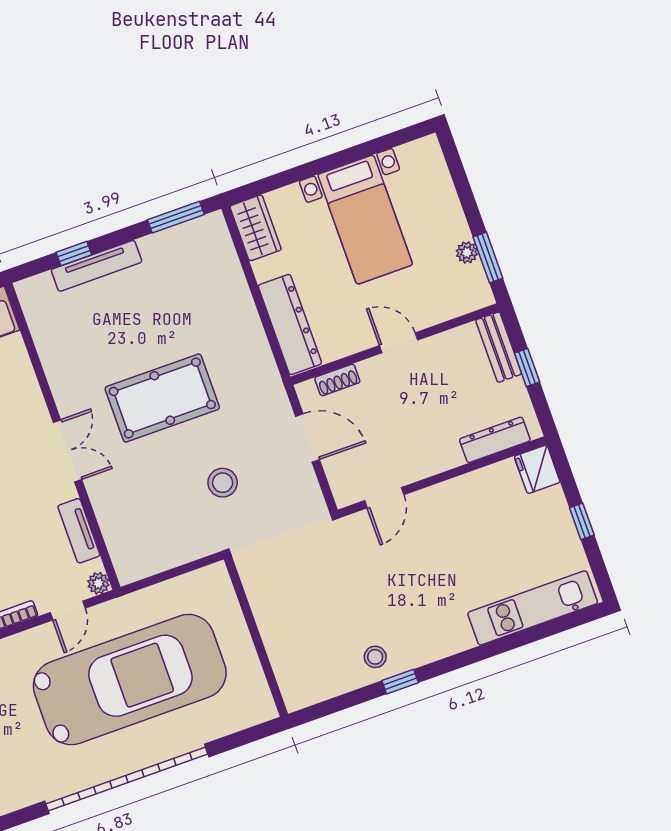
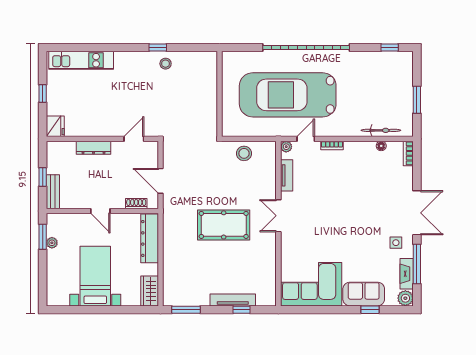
dresser: (495, 440) -> (93, 148), moved
stool: (223, 483) -> (244, 153), moved

